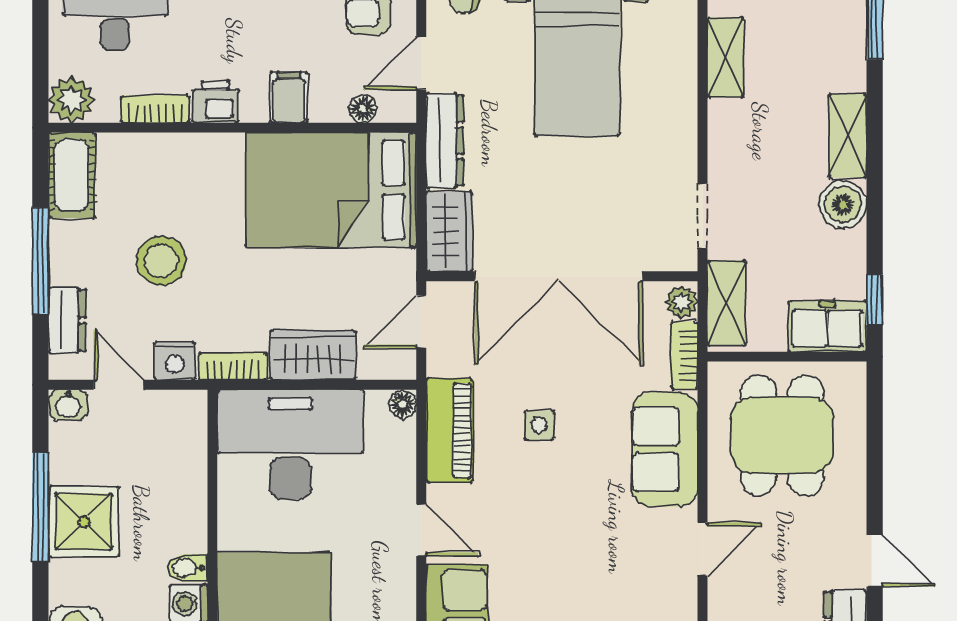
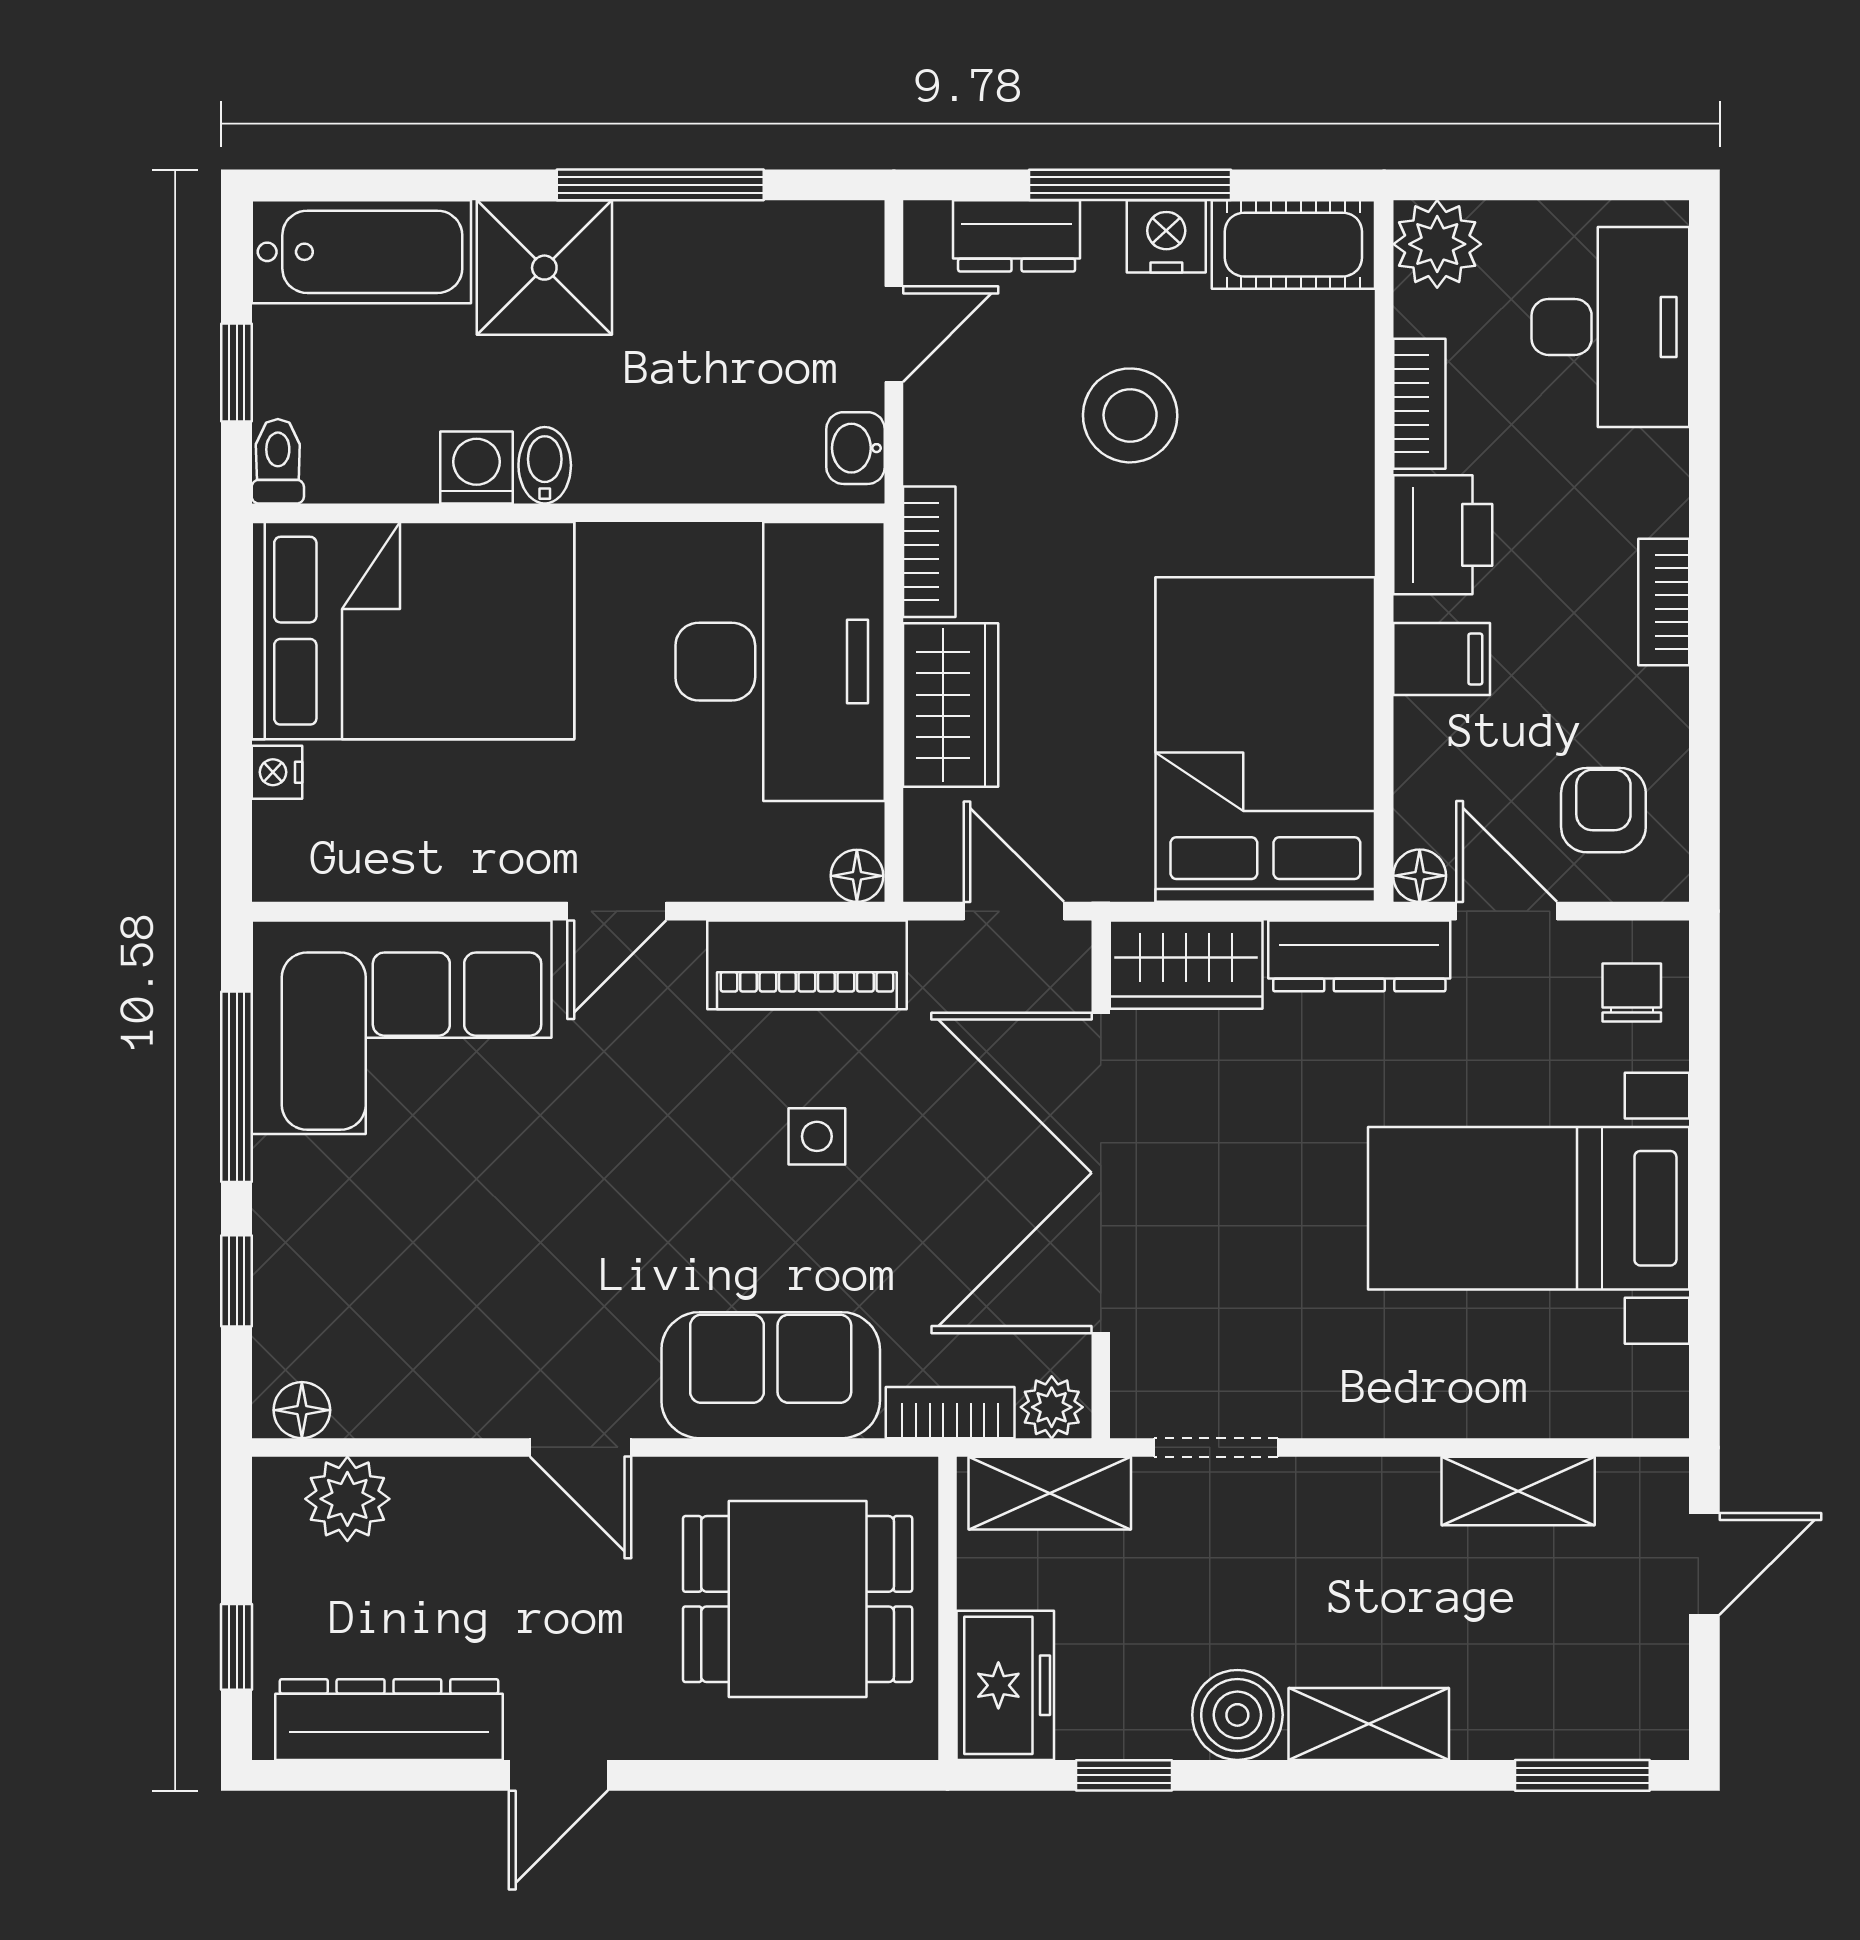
printer: (216, 102) -> (1443, 535), width x1.36, depth x1.24
floor lamp: (363, 109) -> (1420, 876), moved
window: (875, 300) -> (1124, 1775), moved
nightstand: (175, 361) -> (1166, 236), moved, turned 90
washbasin: (68, 405) -> (856, 448), moved
shower: (84, 522) -> (544, 268), moved

